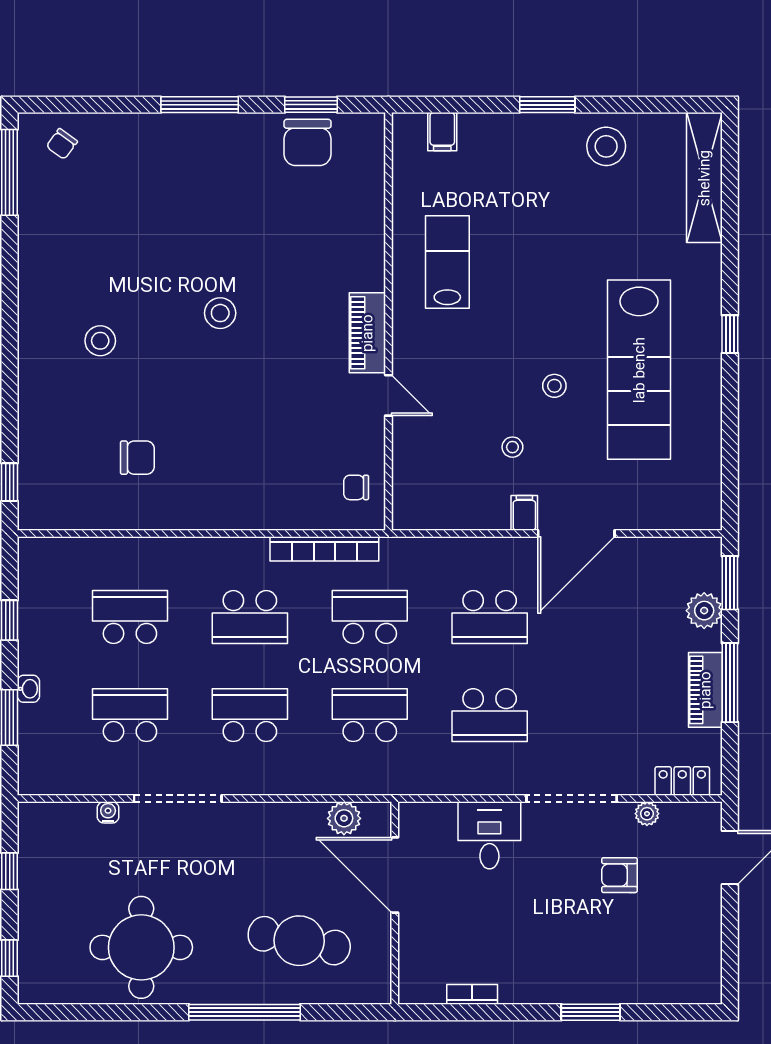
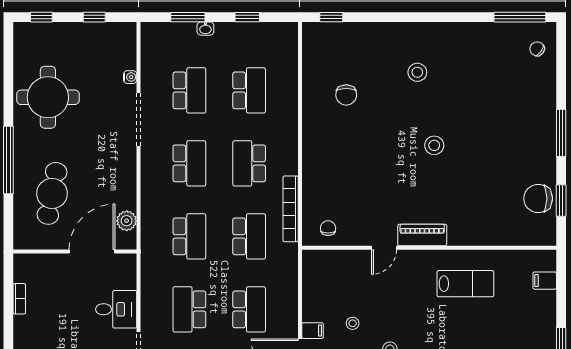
school desk: (490, 617) -> (249, 309), turned 180

